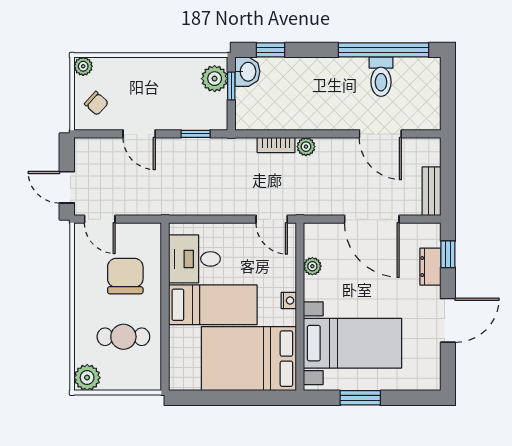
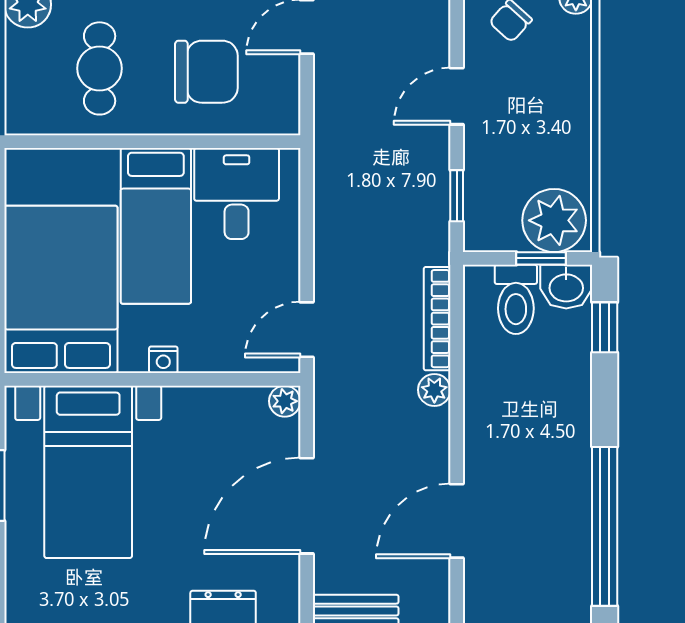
toilet: (381, 77) -> (516, 299), moved, turned -90
plant: (215, 79) -> (554, 220), width x1.36, depth x1.36
bookcase: (276, 145) -> (437, 319), width x1.56
plant: (312, 266) -> (285, 401), moved

